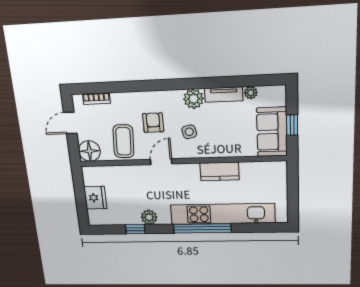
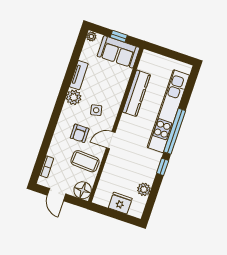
plant: (251, 93) -> (91, 36), moved
armchair: (153, 123) -> (80, 133), turned -90
door: (161, 162) -> (111, 140), hinge flipped
kitchen counter: (219, 171) -> (136, 93), width x1.50
plant: (149, 217) -> (144, 189), moved
window: (135, 229) -> (163, 167), moved

